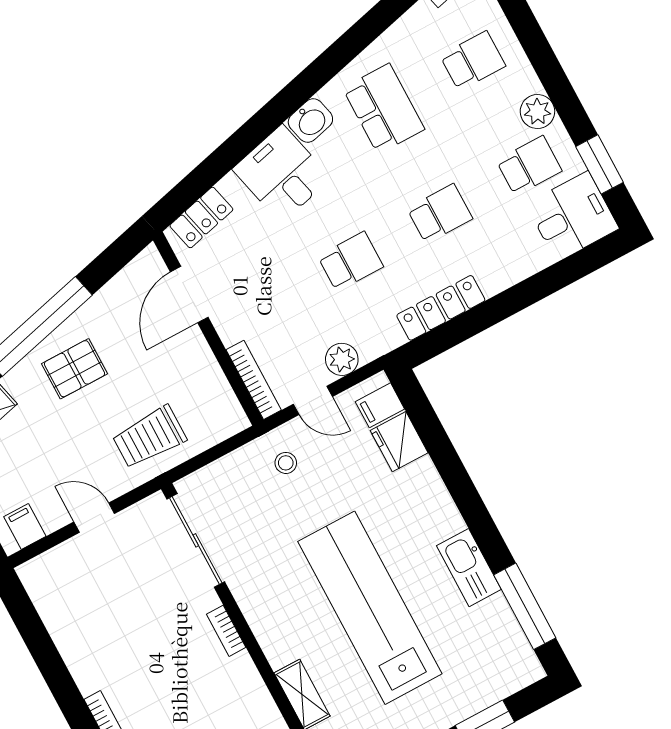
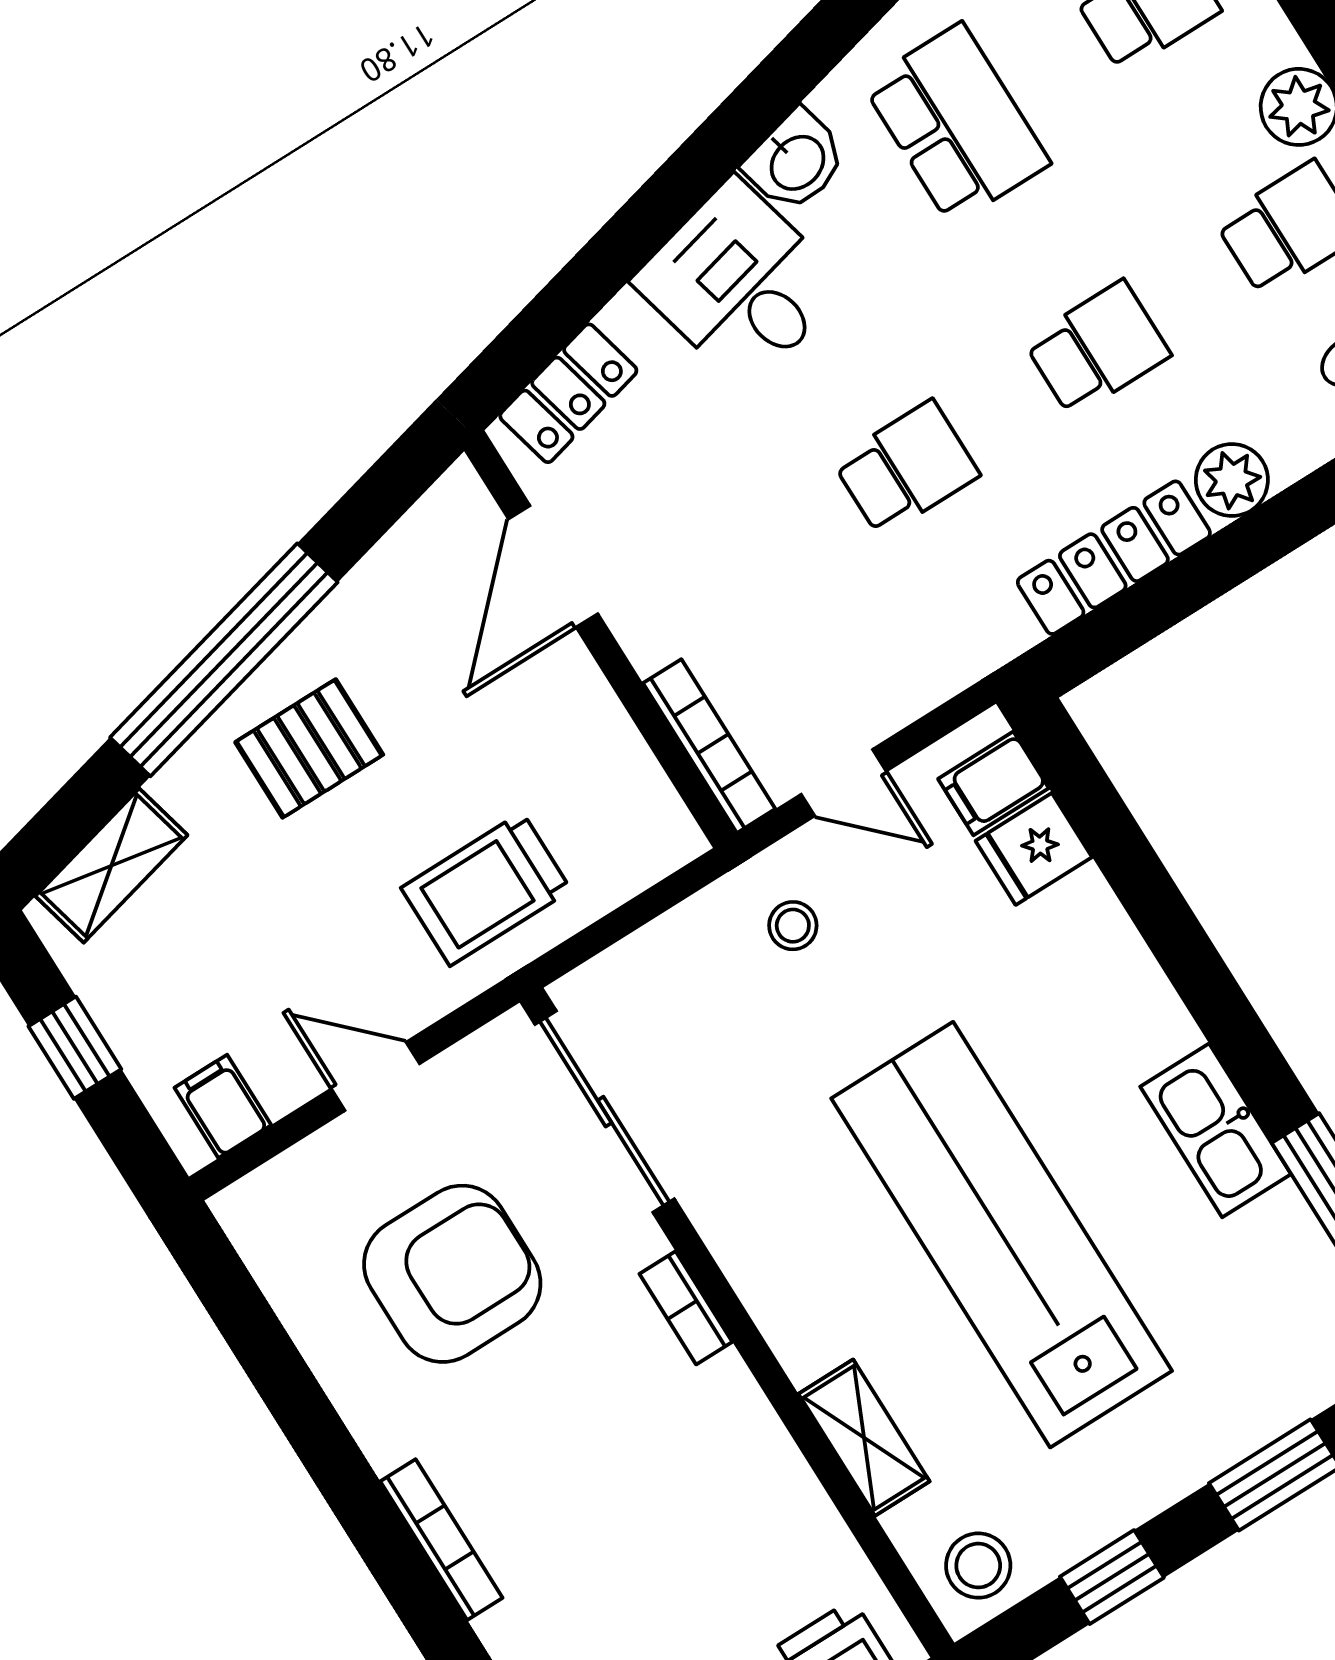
plant: (342, 359) -> (1232, 480), moved
fridge: (399, 442) -> (1034, 849), width x0.72
armchair: (123, 609) -> (452, 1274), added

